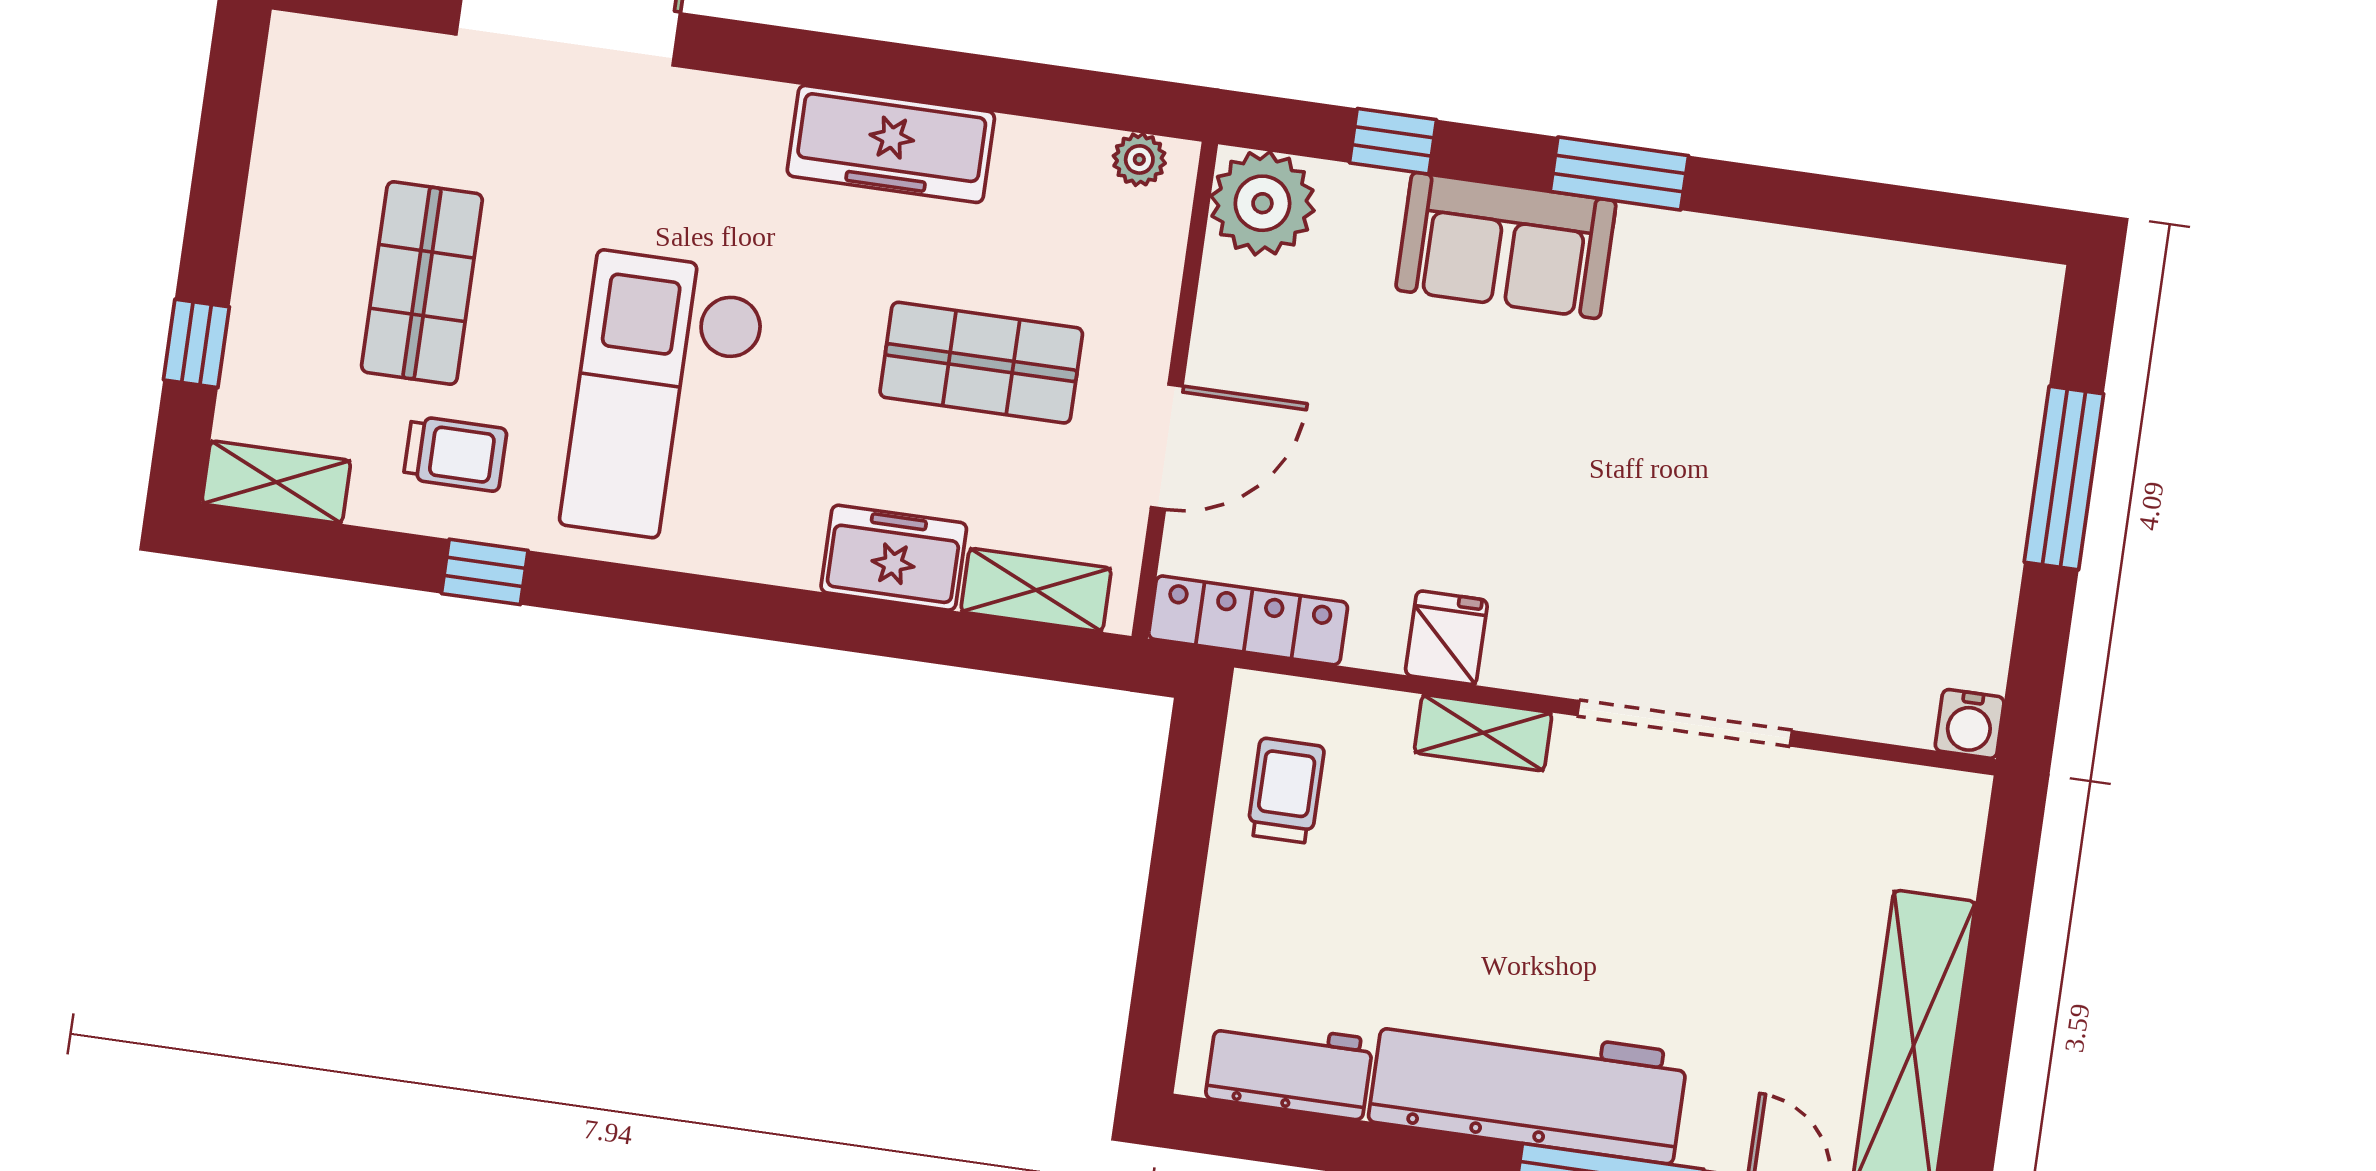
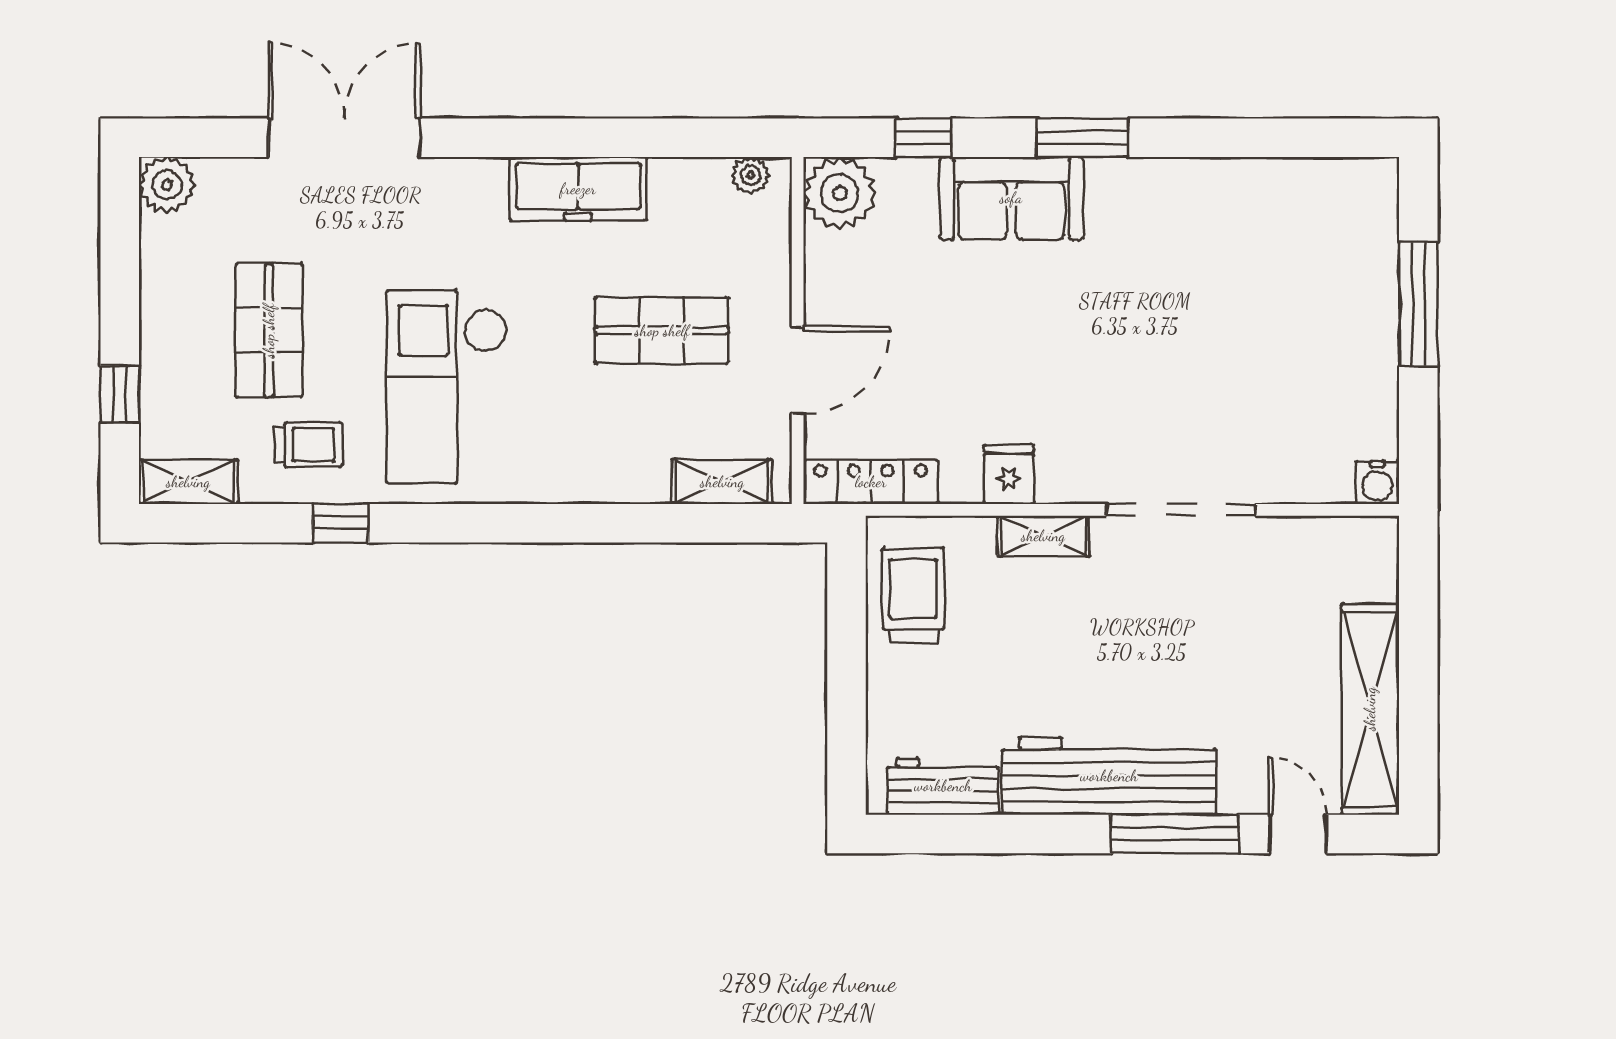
plant: (306, 55) -> (167, 185), added
freezer: (894, 558) -> (621, 473), removed
trolley: (1286, 791) -> (913, 595), width x1.36, depth x1.39

